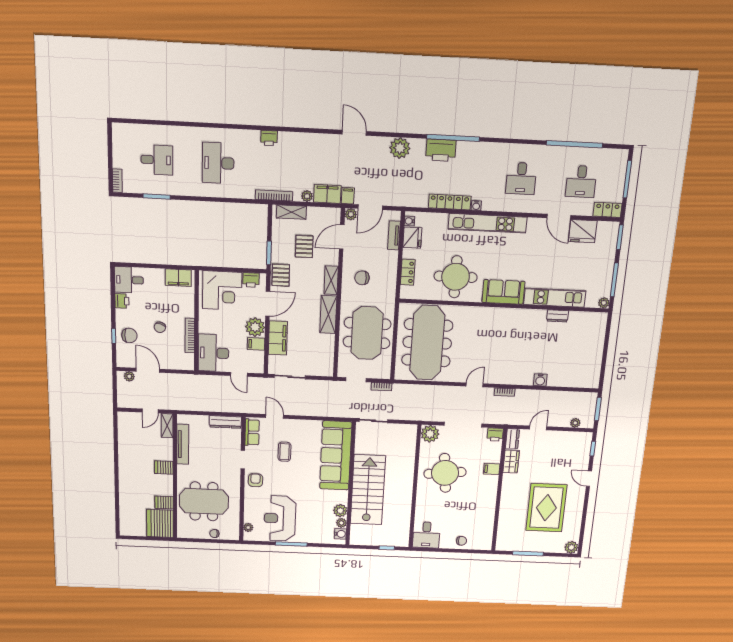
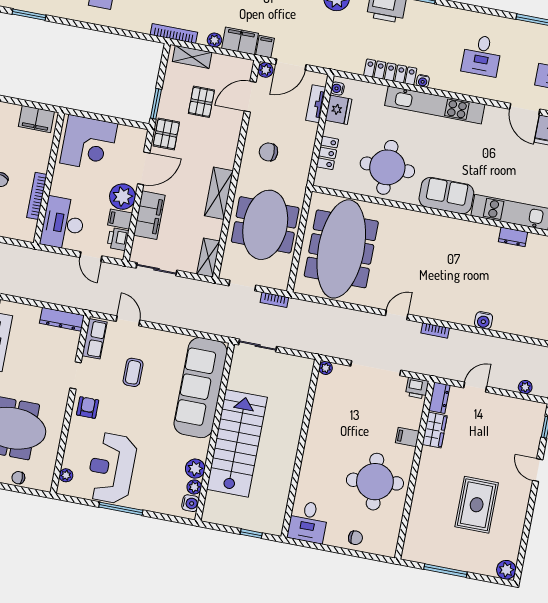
printer: (251, 280) -> (118, 239), moved, turned 90
shelving: (331, 280) -> (208, 258), moved
plant: (430, 434) -> (326, 368), width x0.53, depth x0.53
round table: (445, 473) -> (375, 482), moved
rug: (546, 508) -> (477, 505), width x0.73, depth x0.69

